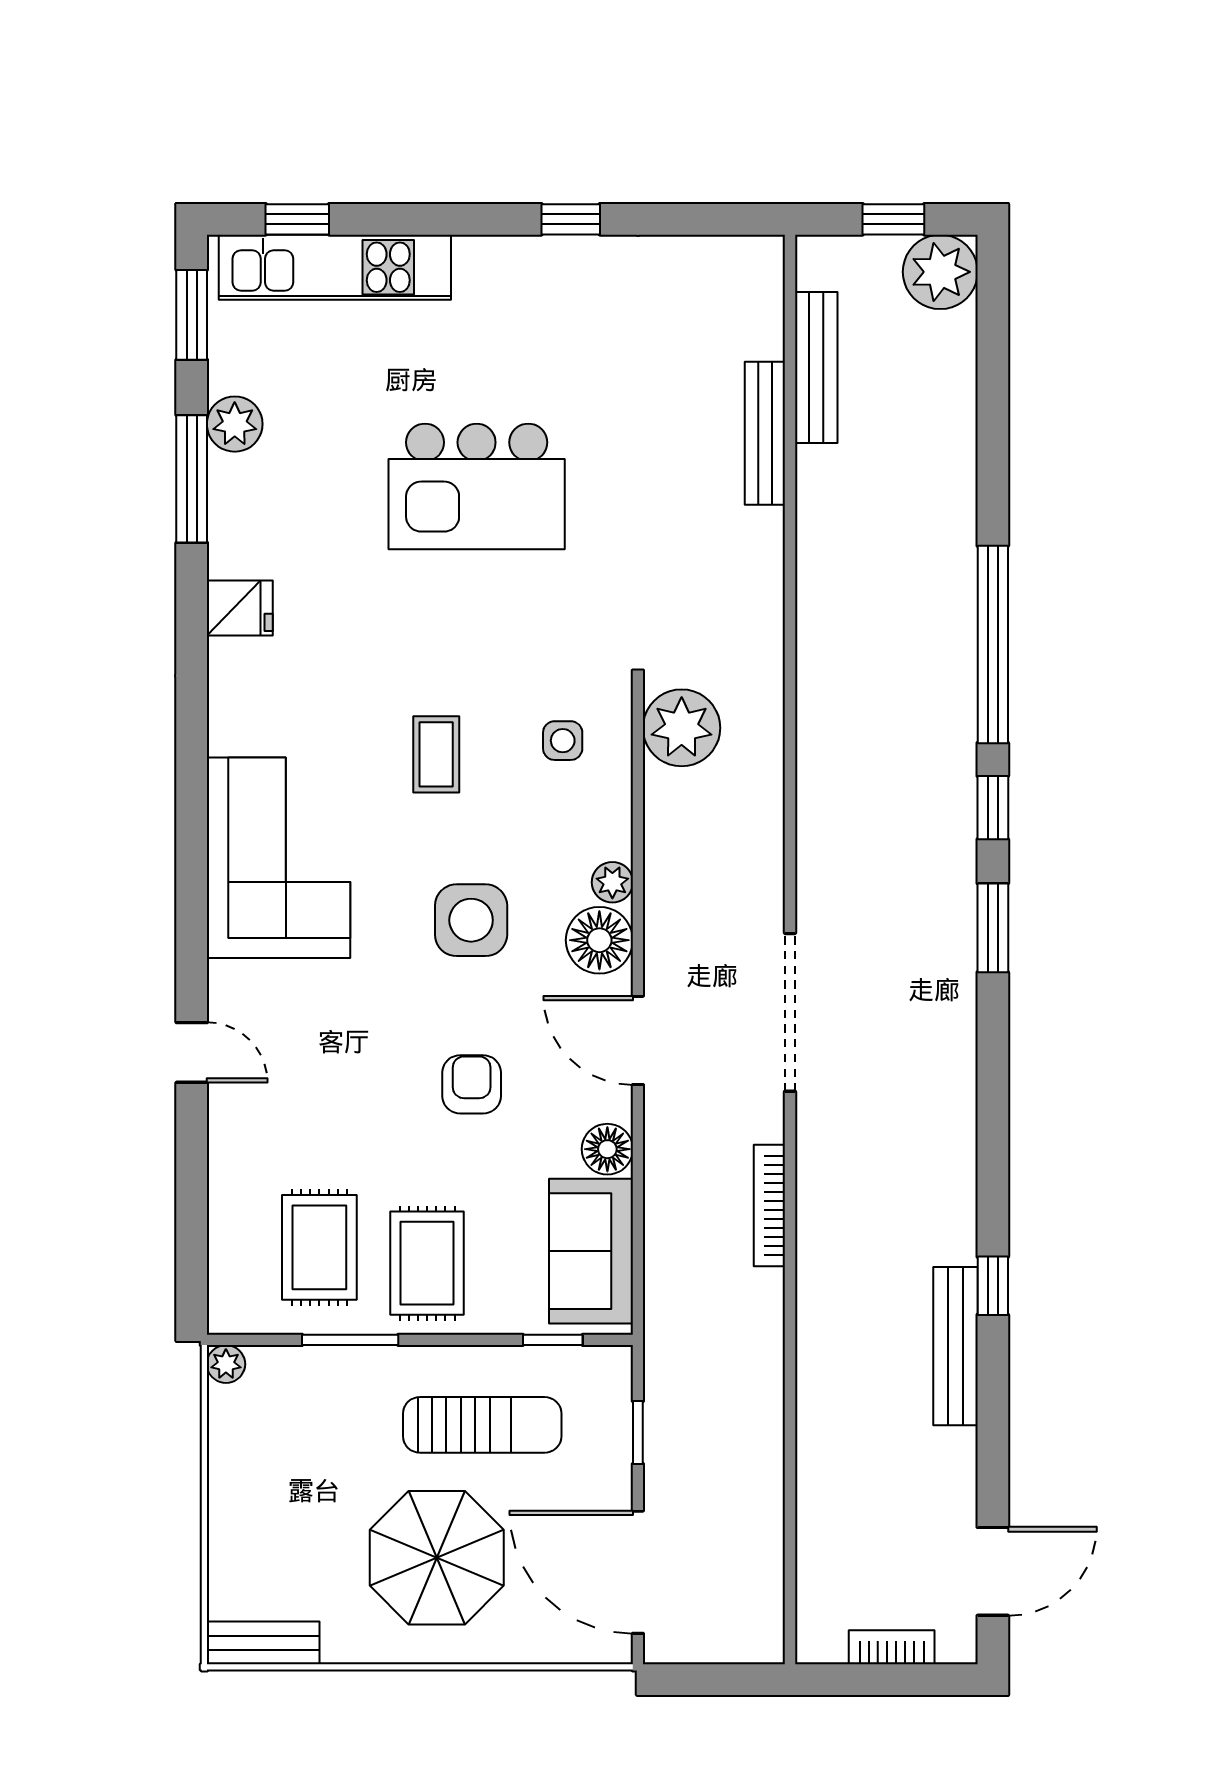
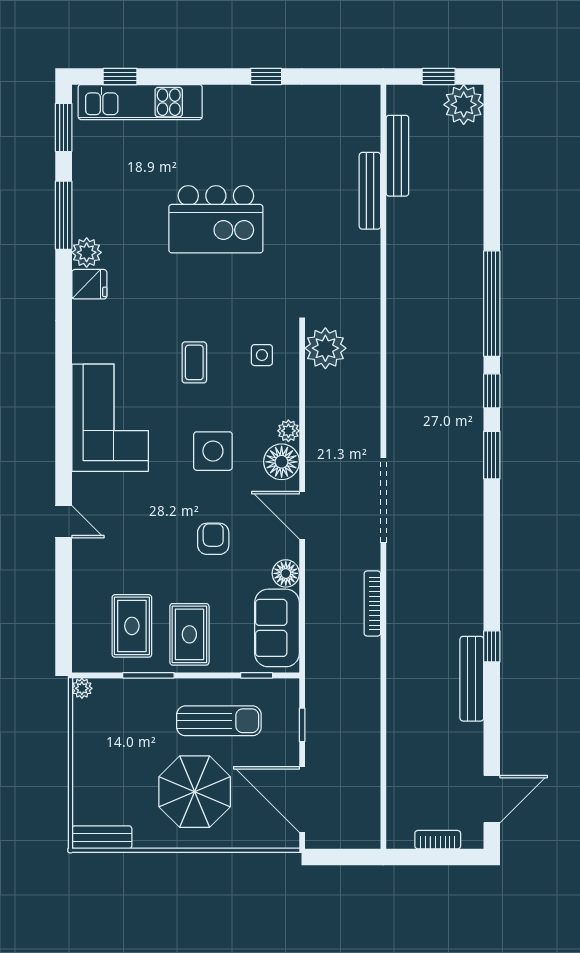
plant: (235, 424) -> (87, 252), moved

